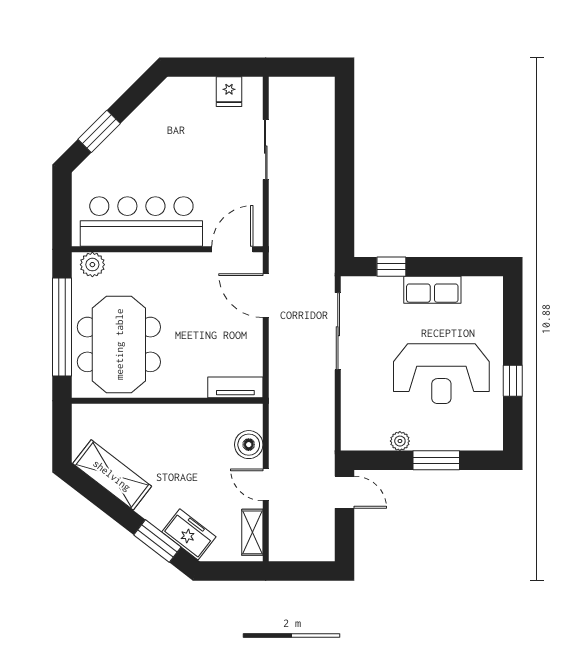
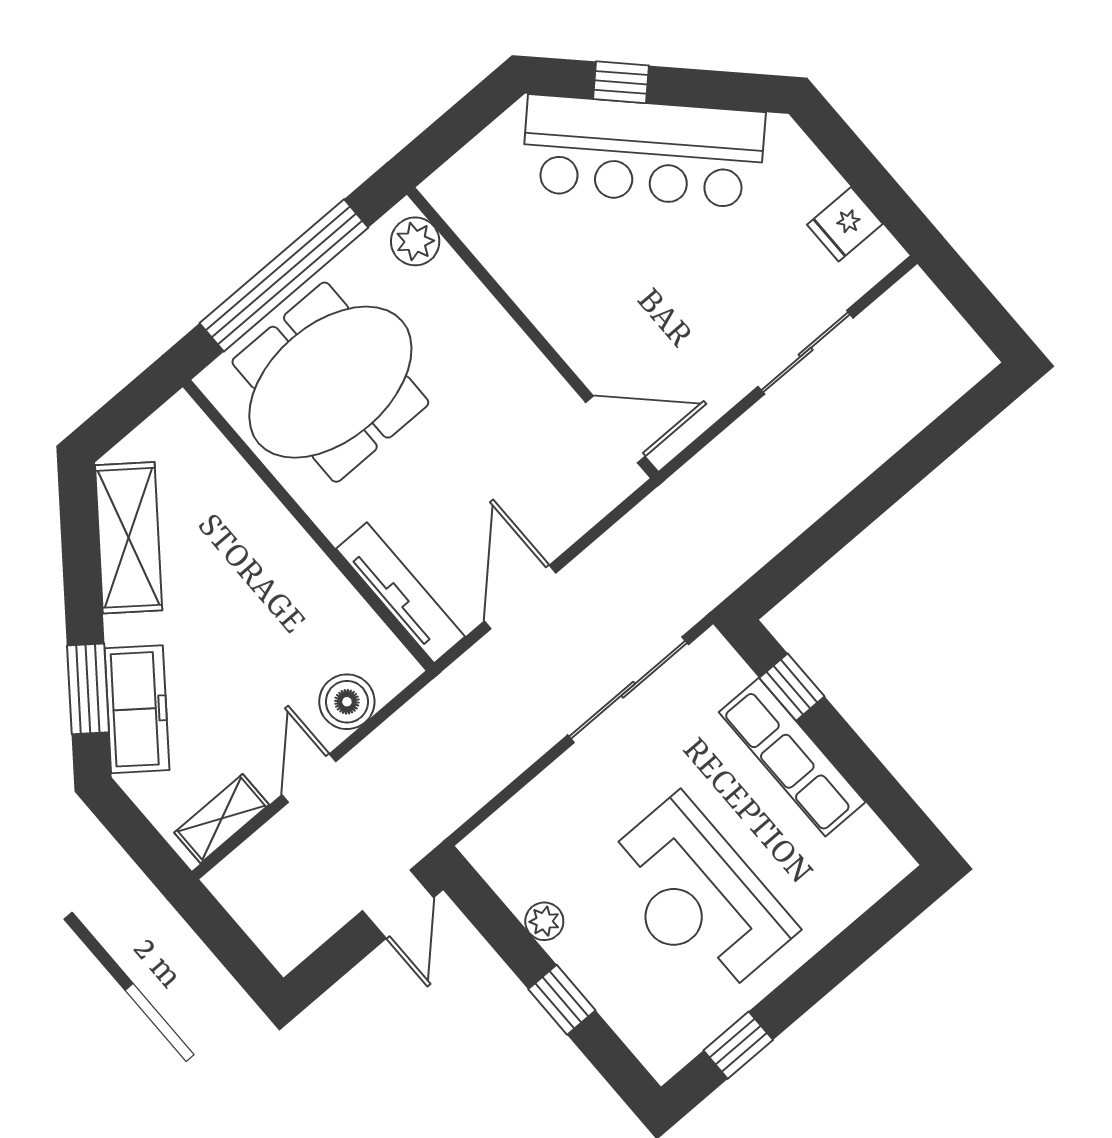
window: (99, 131) -> (621, 82), width x0.67
bar counter: (141, 222) -> (643, 151), moved, turned 135
row of seats: (432, 290) -> (792, 757), width x1.48
door: (266, 296) -> (520, 597), moved
window: (513, 381) -> (738, 1045), moved
tv unit: (235, 387) -> (401, 593), width x1.41
window: (436, 460) -> (562, 1000), width x0.67
freezer: (189, 534) -> (137, 709), width x1.40

